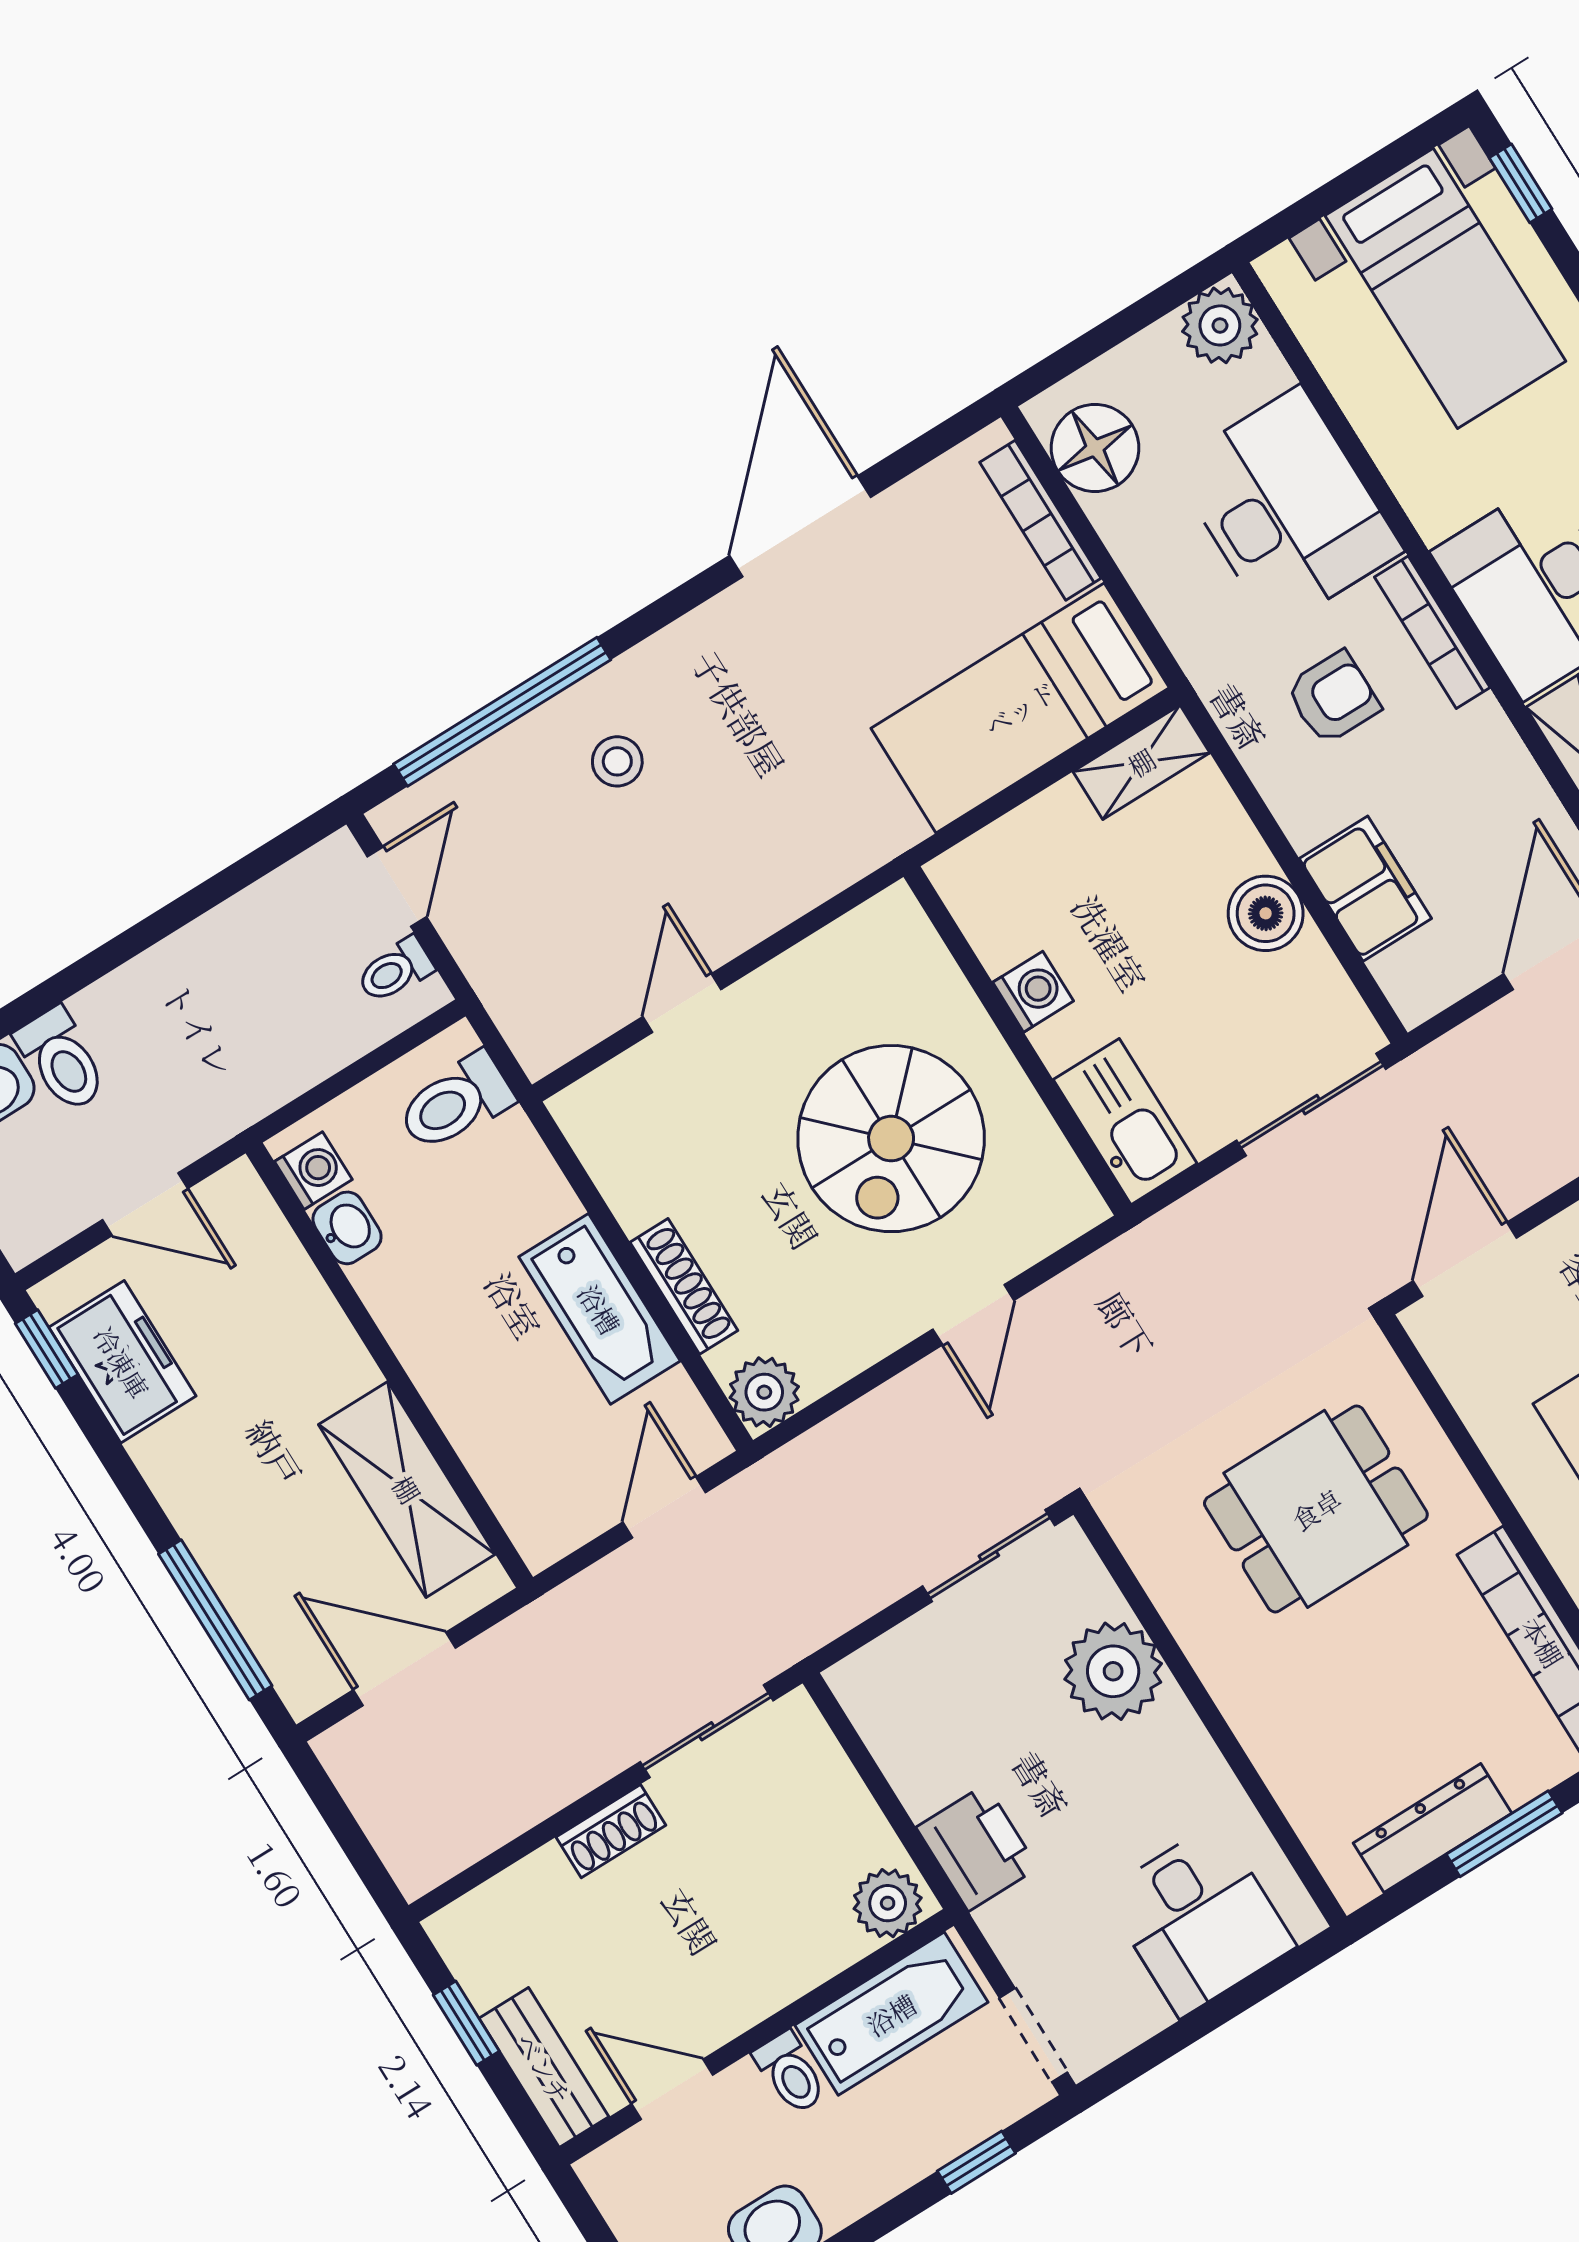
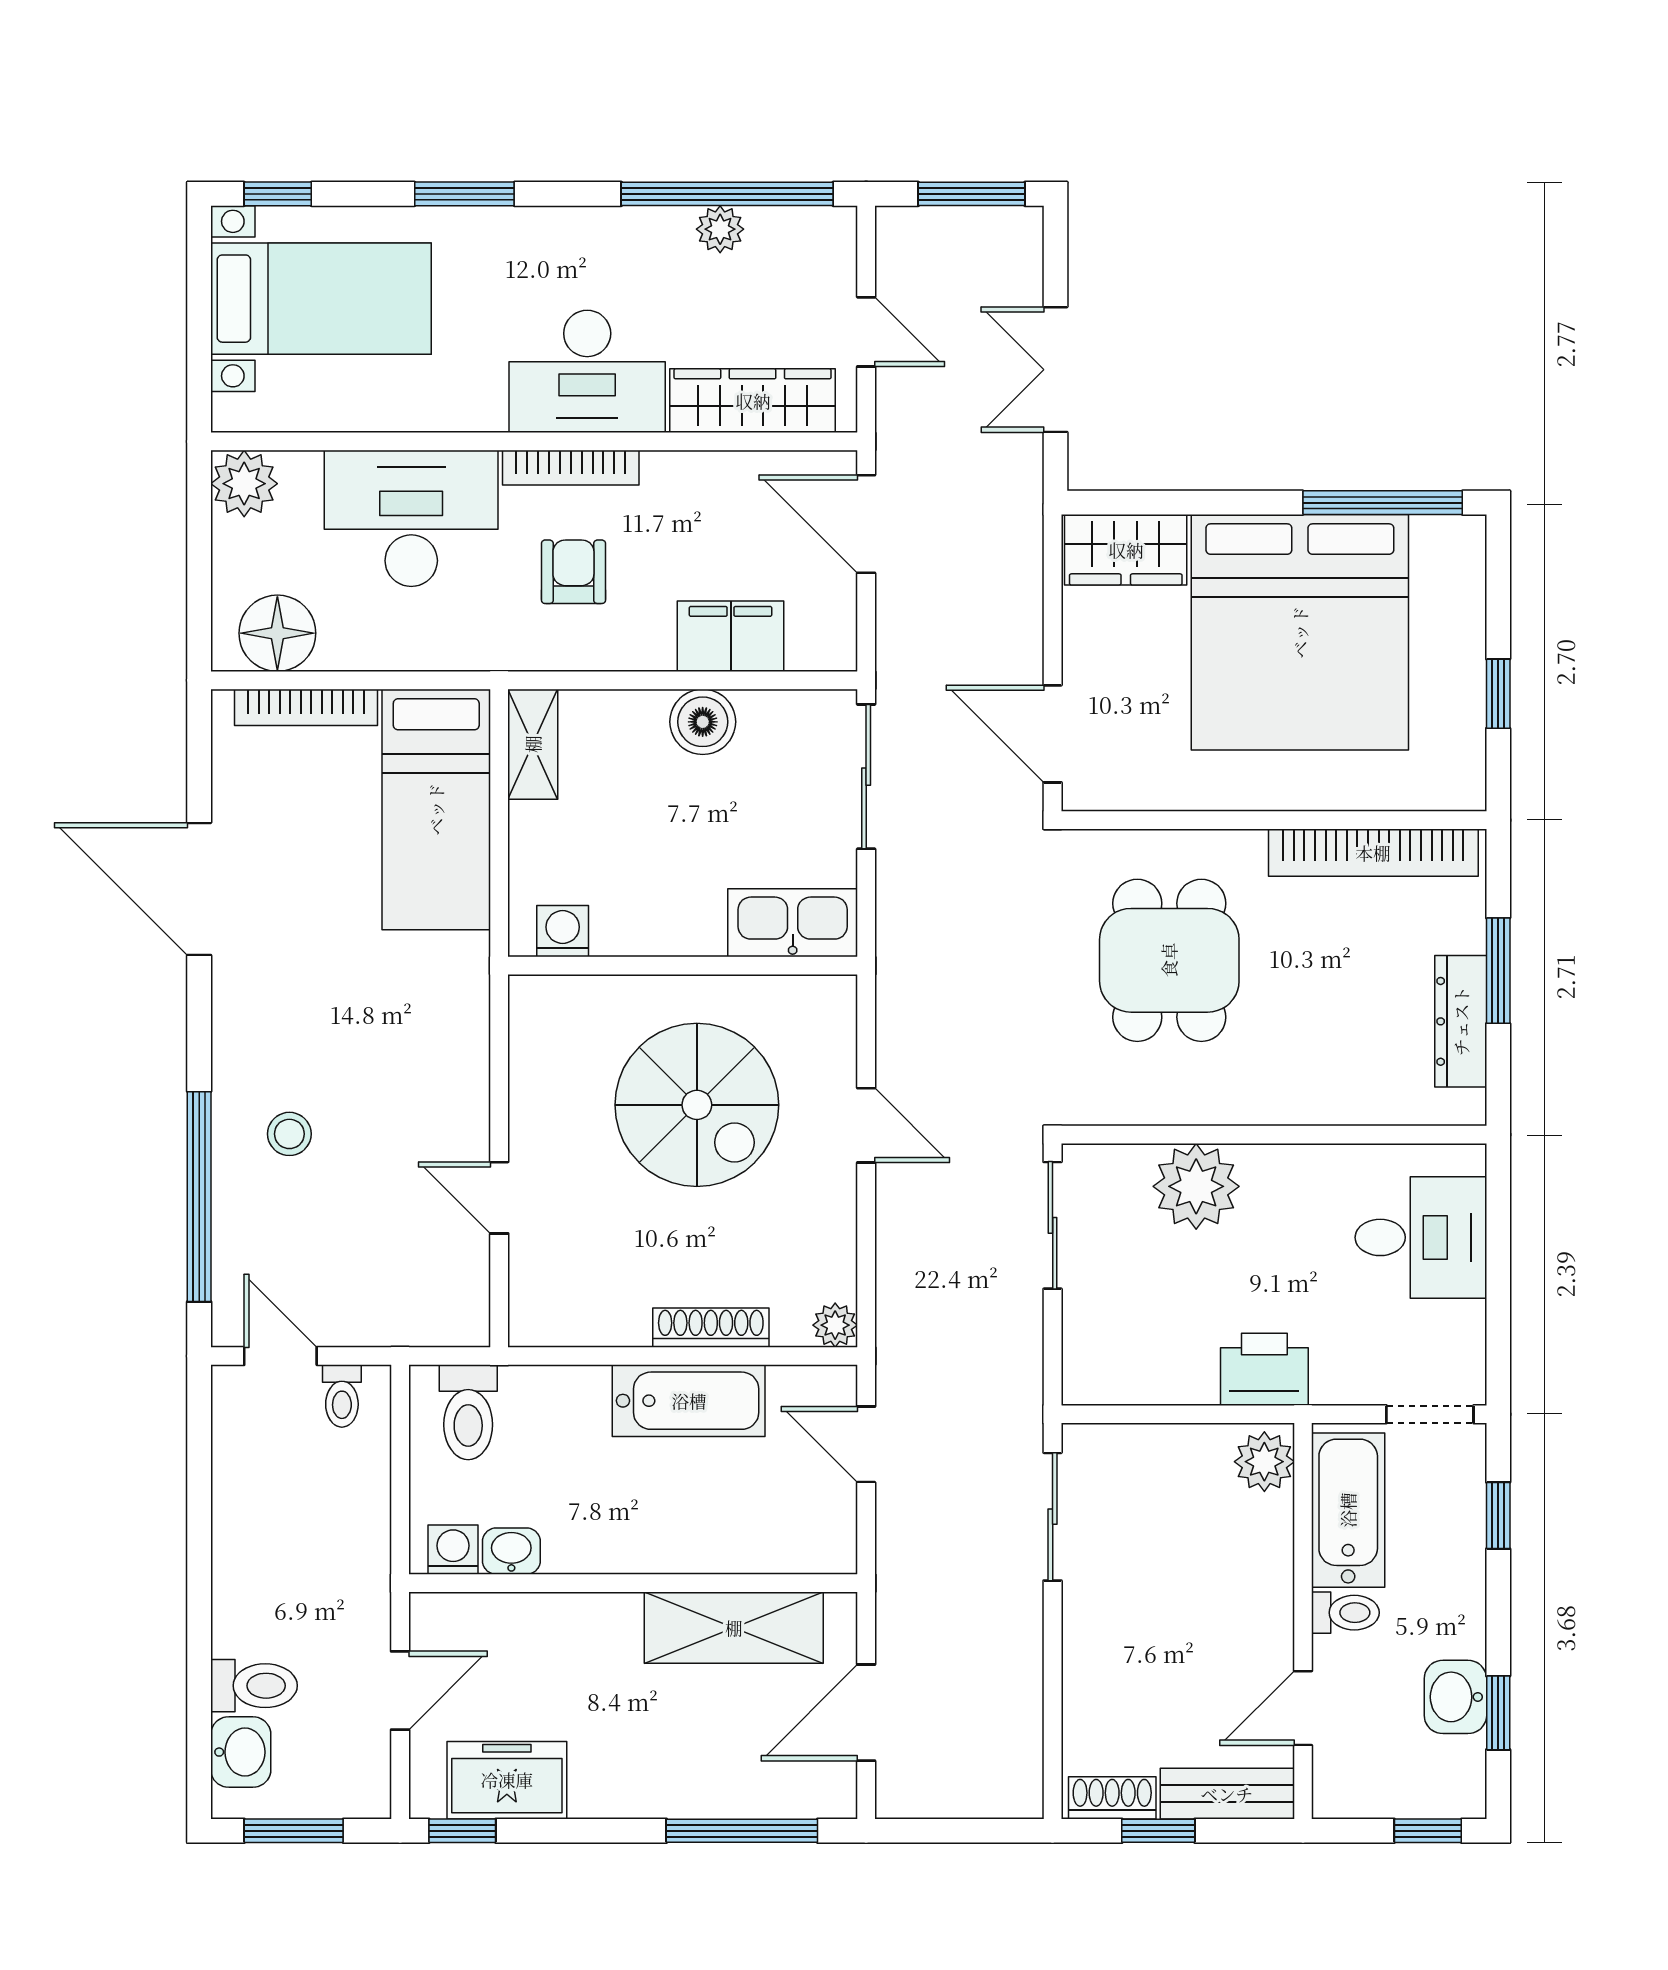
washing machine: (1033, 992) -> (563, 931), moved
plant: (764, 1392) -> (835, 1325), width x0.73, depth x0.73
shoe rack: (611, 1831) -> (1112, 1798), moved, turned -90

